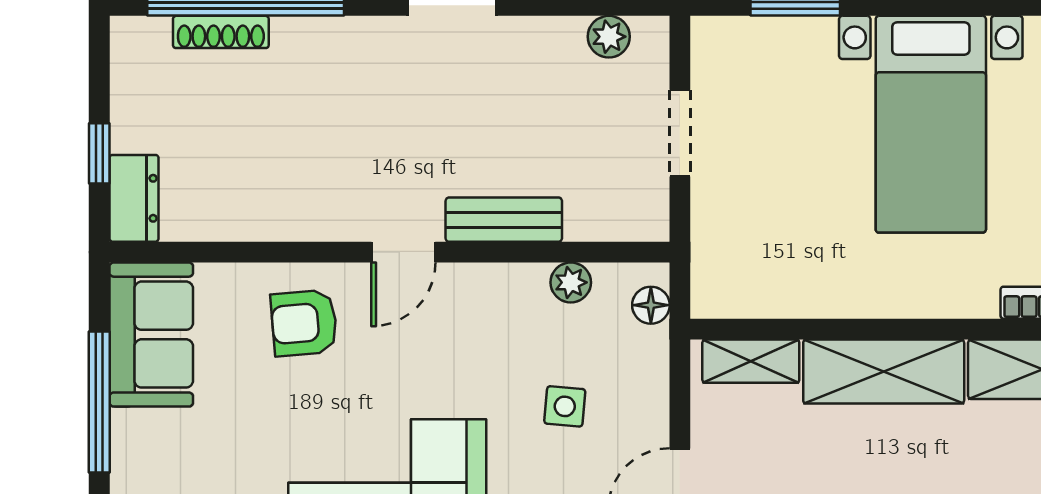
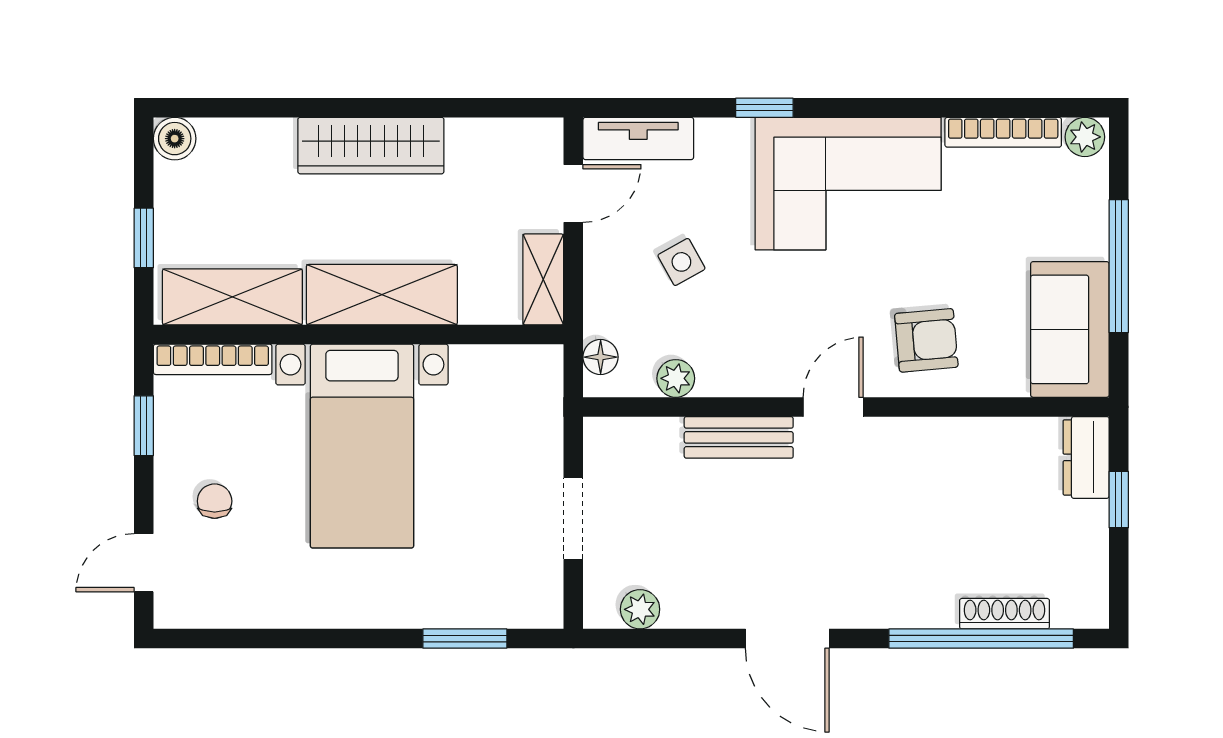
bed with nightstands: (931, 124) -> (362, 446), moved, turned 180
shelving: (751, 361) -> (543, 279), moved, turned 90
side table: (565, 406) -> (681, 262), turned -34

